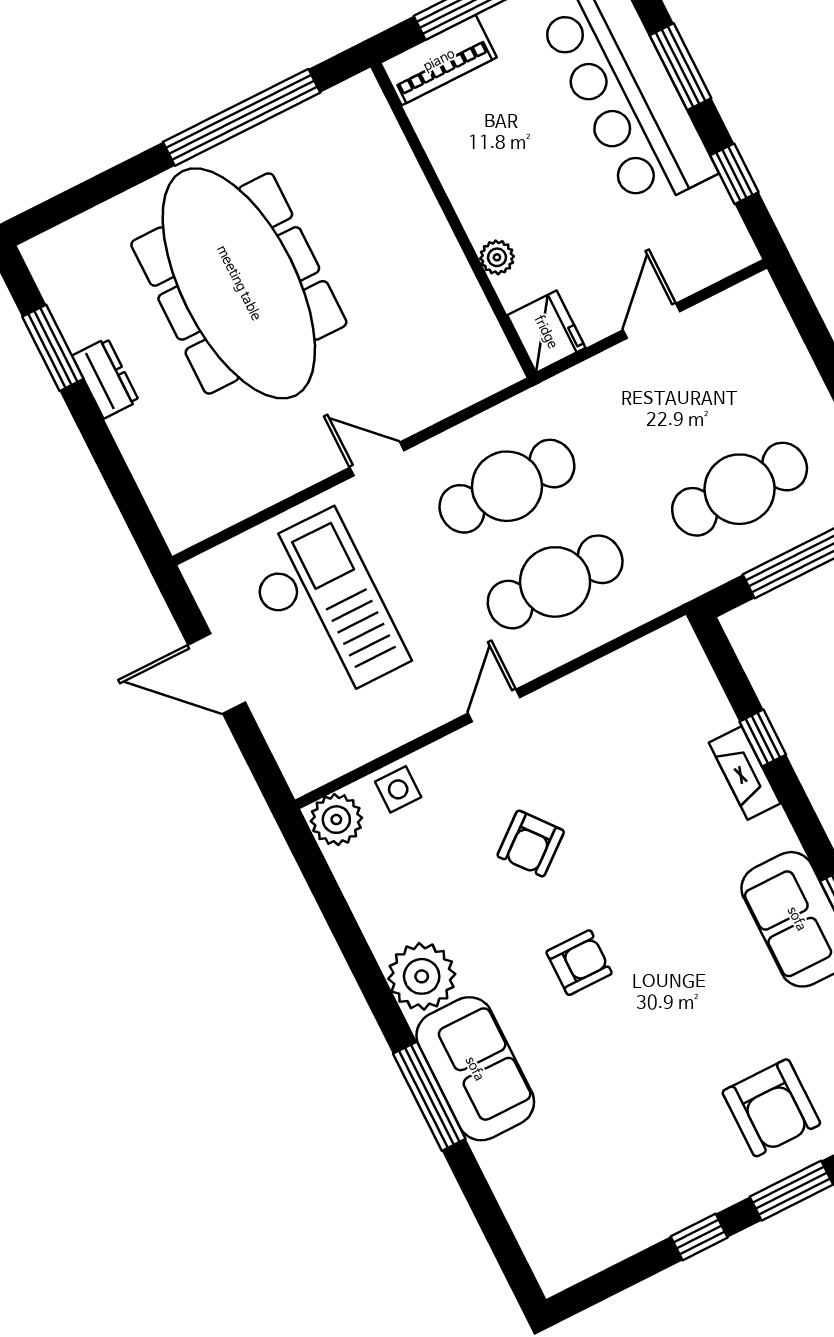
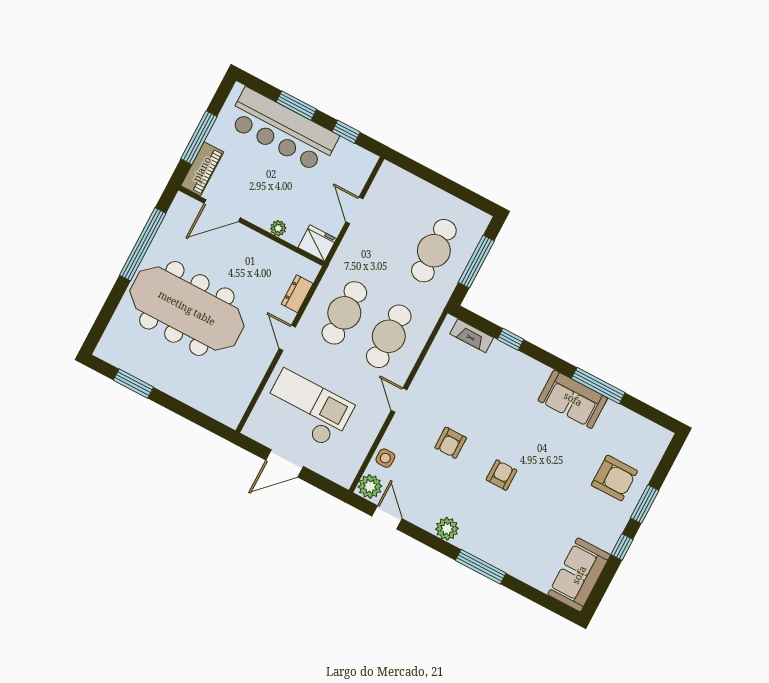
door: (422, 157) -> (222, 211), added
dresser: (105, 378) -> (297, 294), moved, turned -90
door: (377, 459) -> (287, 338), hinge flipped
fireplace: (745, 773) -> (472, 336), moved
armchair: (531, 844) -> (451, 443), turned 39
door: (328, 894) -> (387, 517), added
plant: (422, 976) -> (447, 529), width x0.73, depth x0.73
sofa: (475, 1069) -> (579, 575), moved, turned -90

